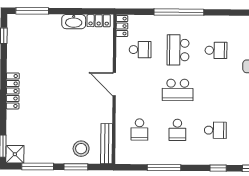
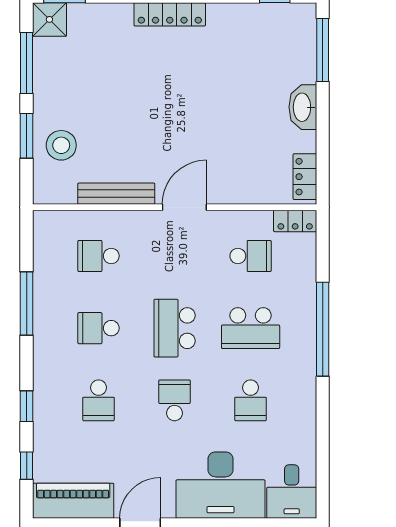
washbasin: (74, 22) -> (303, 107), moved
school desk: (140, 50) -> (251, 256), turned -90
school desk: (178, 50) -> (251, 328), turned 180
school desk: (216, 90) -> (175, 400), added
bench: (107, 144) -> (116, 194), moved

